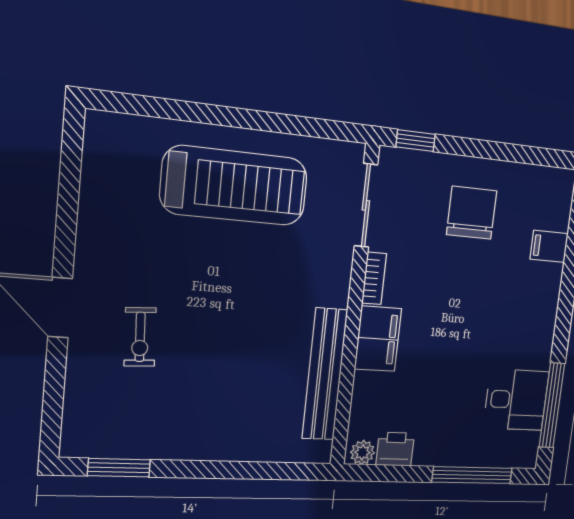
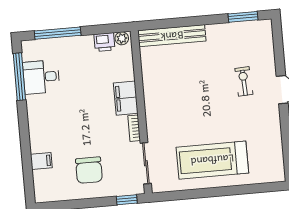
bench: (325, 374) -> (172, 36), moved, turned 90

